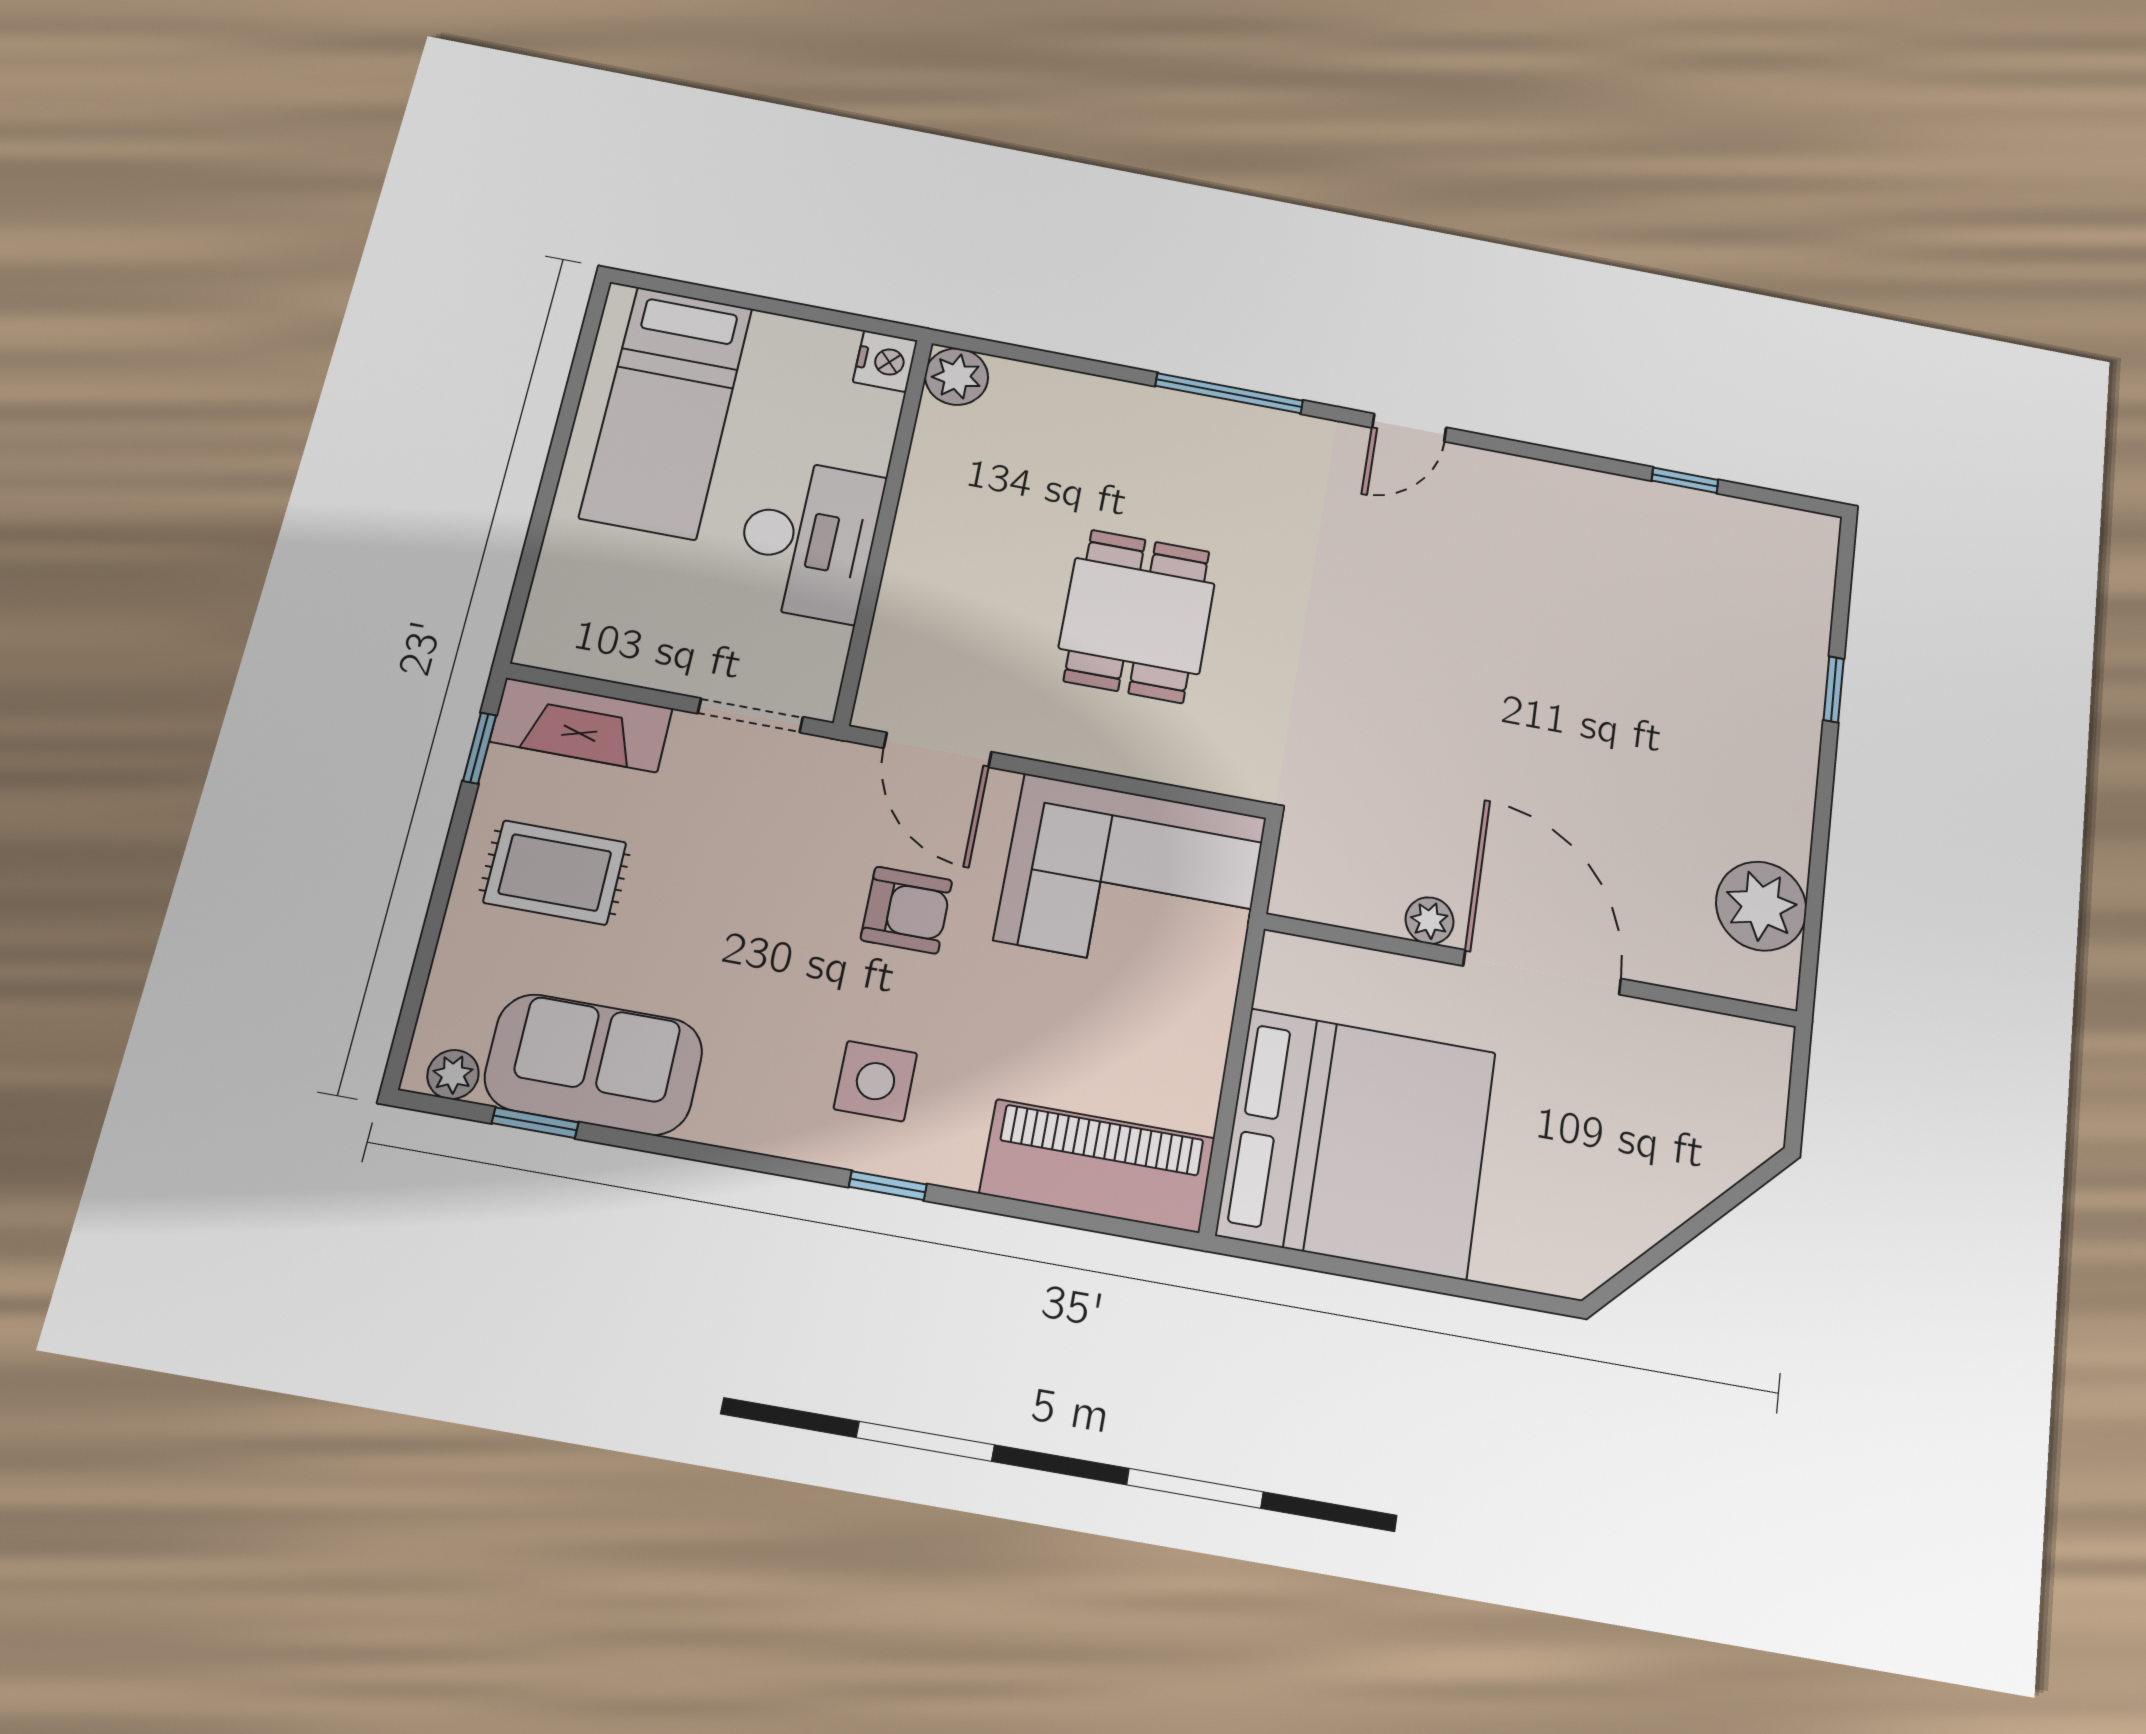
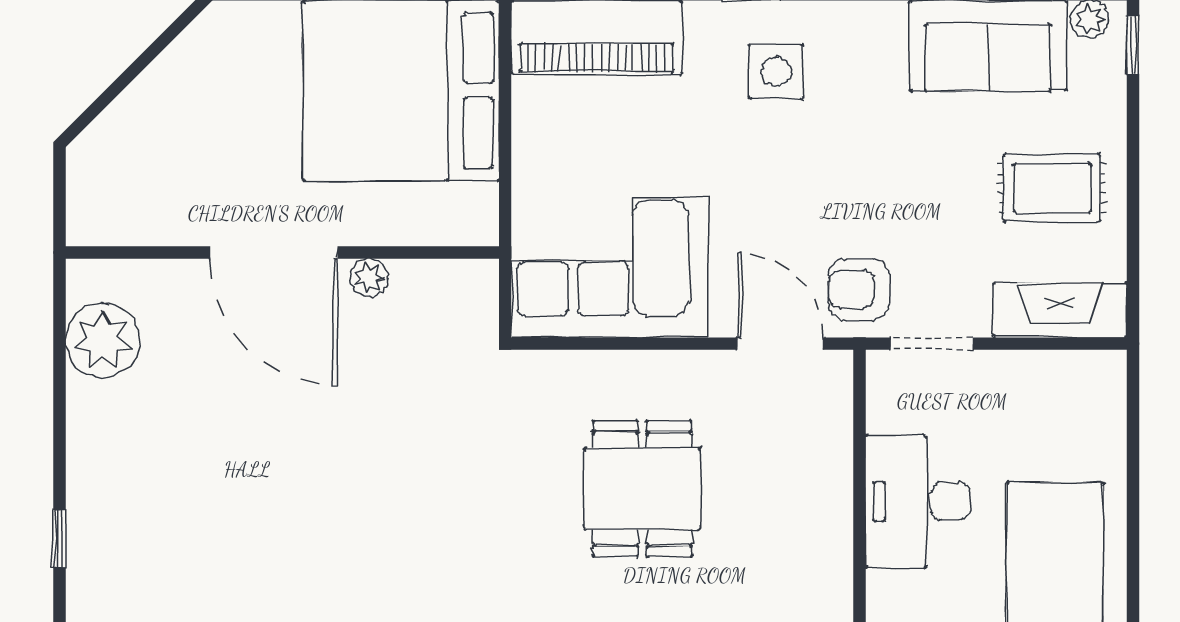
window: (479, 748) -> (1133, 45), moved
armchair: (906, 910) -> (859, 289), moved

